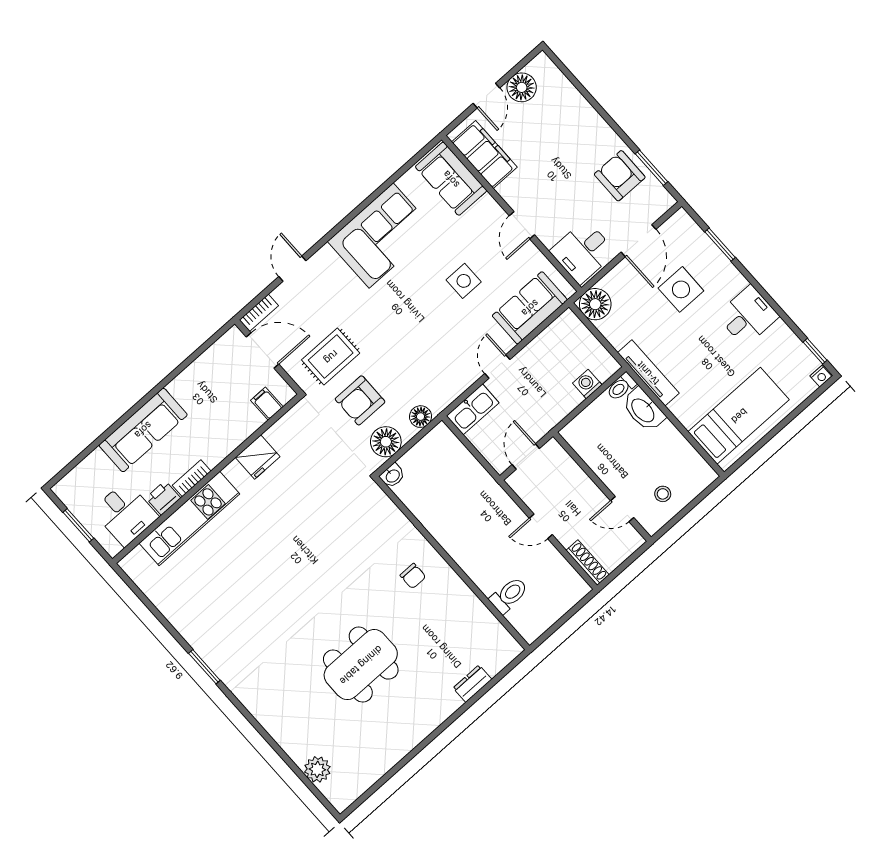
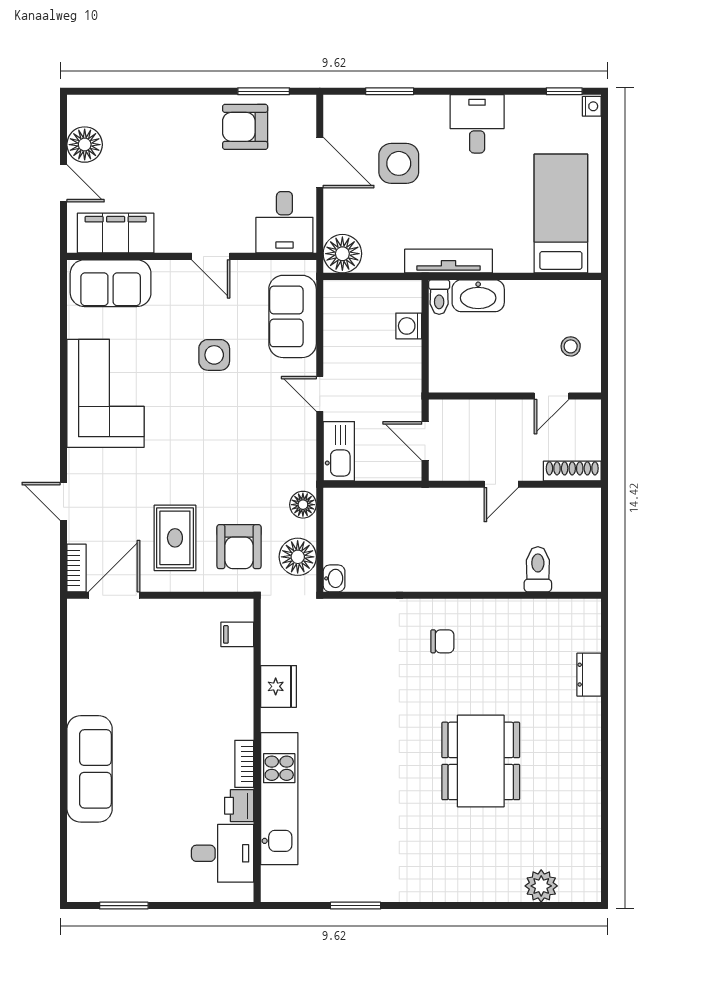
filing cabinet: (267, 404) -> (237, 634), moved
fridge: (258, 457) -> (279, 686), moved
bookcase: (192, 478) -> (244, 764), moved
wall: (207, 479) -> (257, 750), moved
printer: (163, 498) -> (239, 806), moved
desk: (125, 514) -> (223, 853), moved
kitchen unit: (189, 518) -> (279, 799), moved

